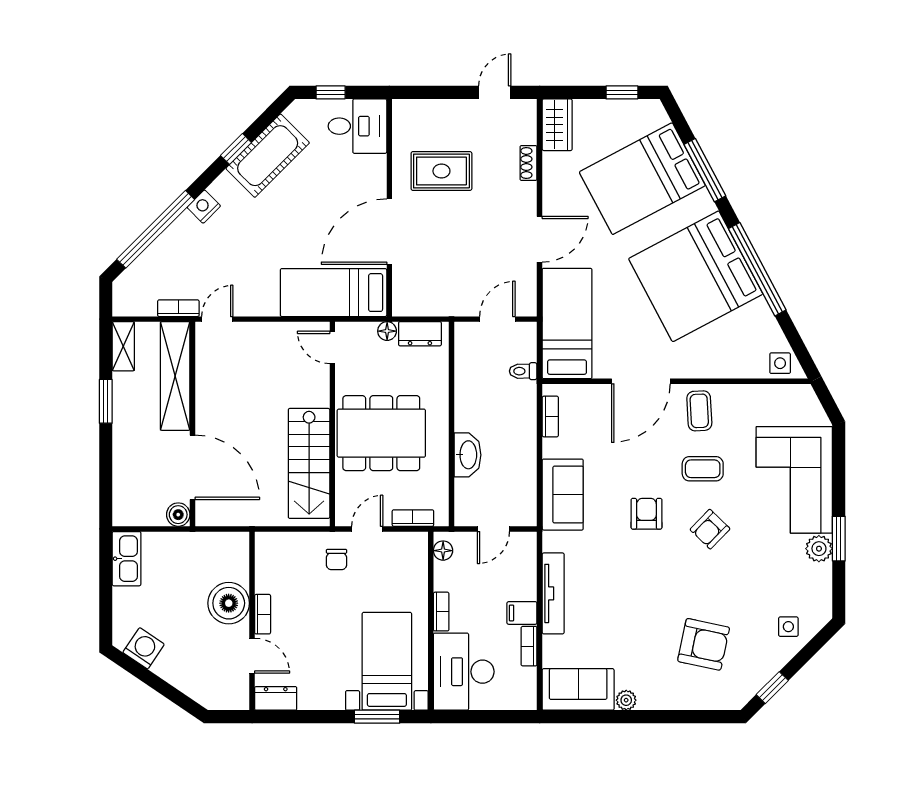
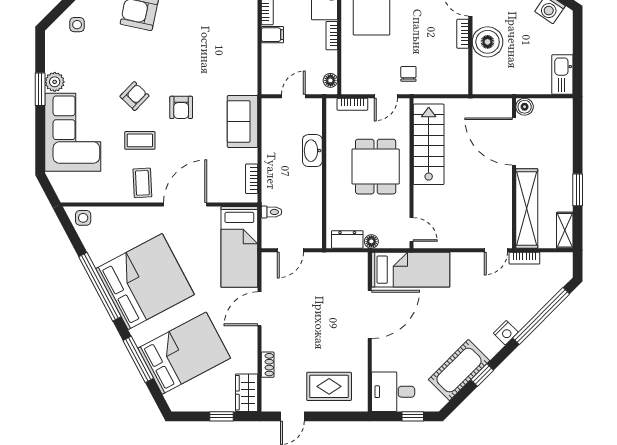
window: (622, 92) -> (222, 416), moved
rug: (441, 171) -> (329, 386), moved
dining table: (381, 433) -> (376, 167), width x0.73
tv unit: (553, 593) -> (250, 49), removed

